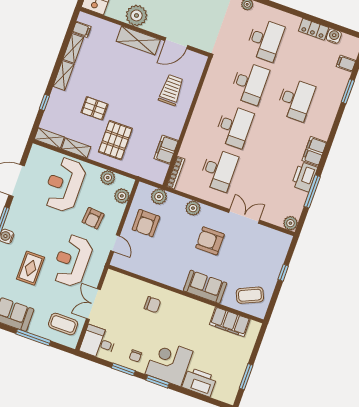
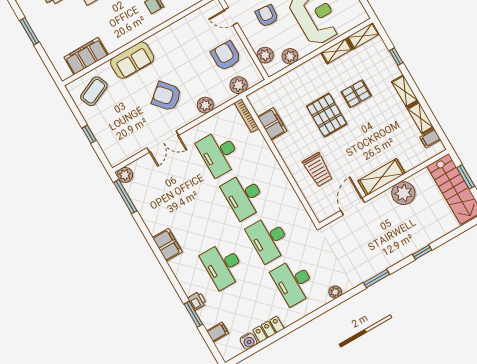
pallet: (115, 140) -> (327, 115), moved
printer: (304, 177) -> (197, 301), moved, width x0.53, depth x0.68
window: (312, 191) -> (125, 197), moved
armchair: (210, 241) -> (166, 96), turned -131

